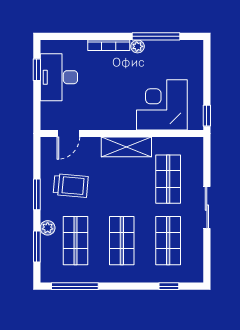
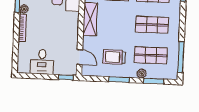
window: (37, 70) -> (66, 77), moved
desk: (59, 77) -> (42, 62), width x0.73
trolley: (71, 185) -> (114, 57), turned -95

